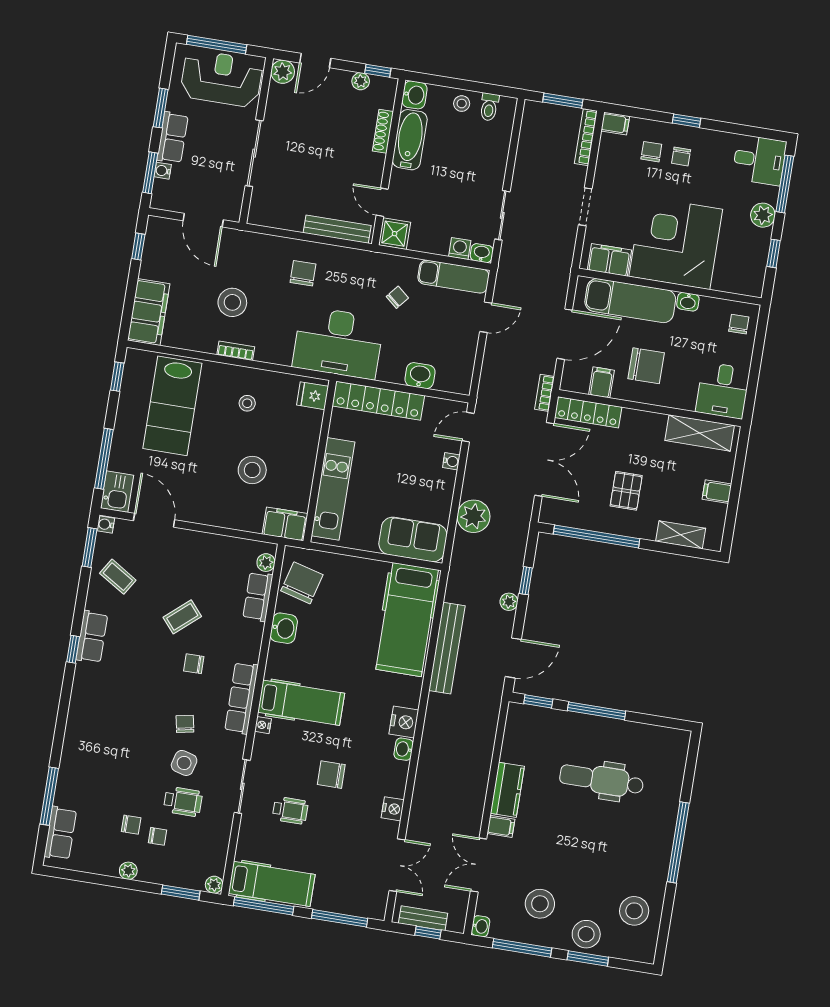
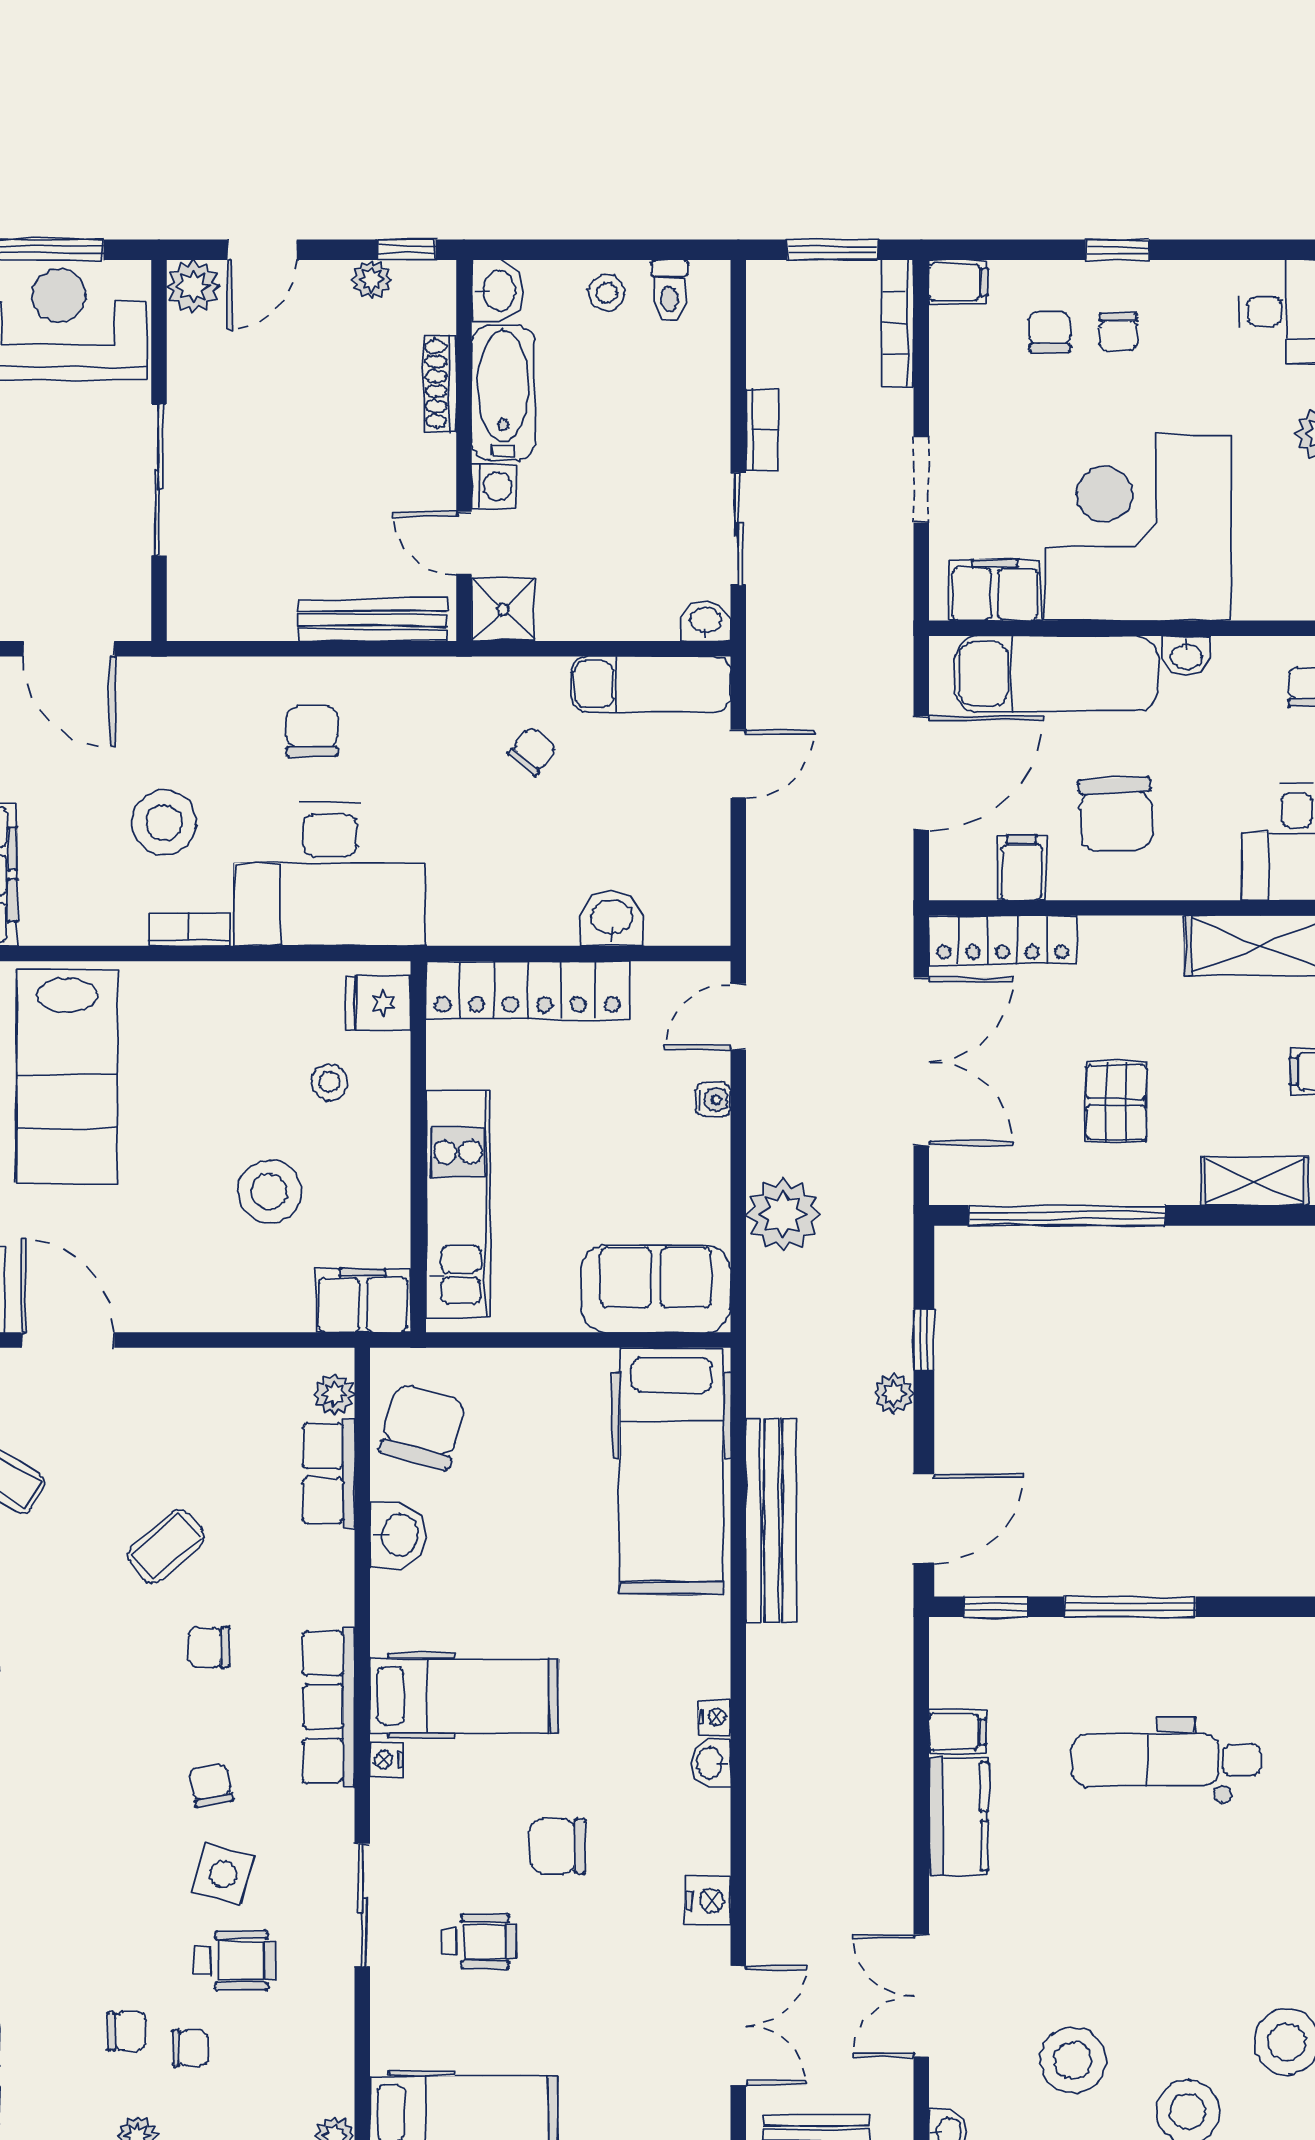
washing machine: (460, 248) -> (494, 486), moved, turned 90
desk: (338, 343) -> (330, 874), moved
chair: (646, 366) -> (1116, 814), turned 87
bookcase: (544, 393) -> (762, 430), moved, turned 180
stool: (247, 403) -> (329, 1082), moved
nightstand: (404, 722) -> (714, 1717), width x0.53, depth x0.56
filing cabinet: (501, 826) -> (957, 1732), moved

